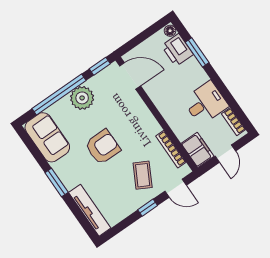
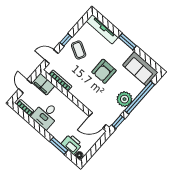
coffee table: (143, 175) -> (79, 50), moved

